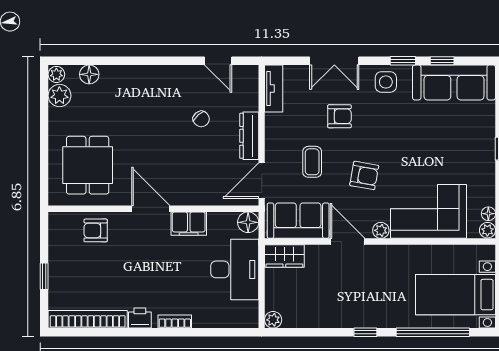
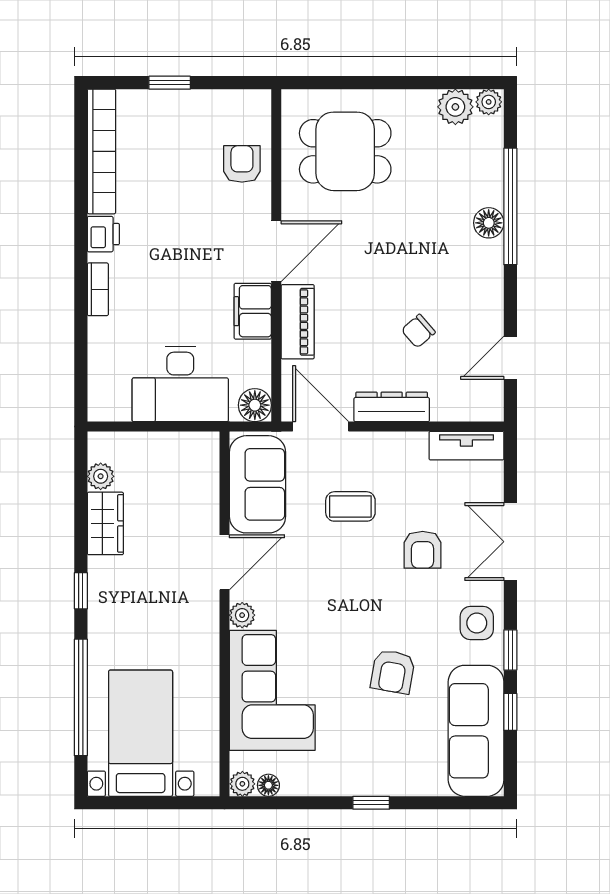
window: (122, 61) -> (510, 206), added
floor lamp: (89, 74) -> (489, 223), moved
armchair: (364, 175) -> (393, 672), moved
piano: (195, 195) -> (298, 322), added
wardrobe: (284, 256) -> (105, 523), moved, turned 180
plant: (273, 320) -> (101, 476), moved

